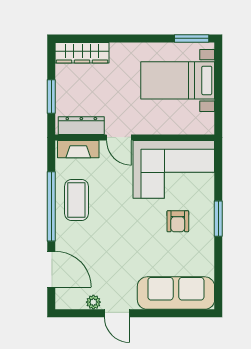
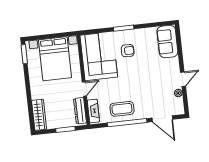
bed with nightstands: (178, 80) -> (55, 59), width x1.36
door: (51, 269) -> (162, 119), swing flipped
sofa: (176, 293) -> (167, 42), width x0.73

